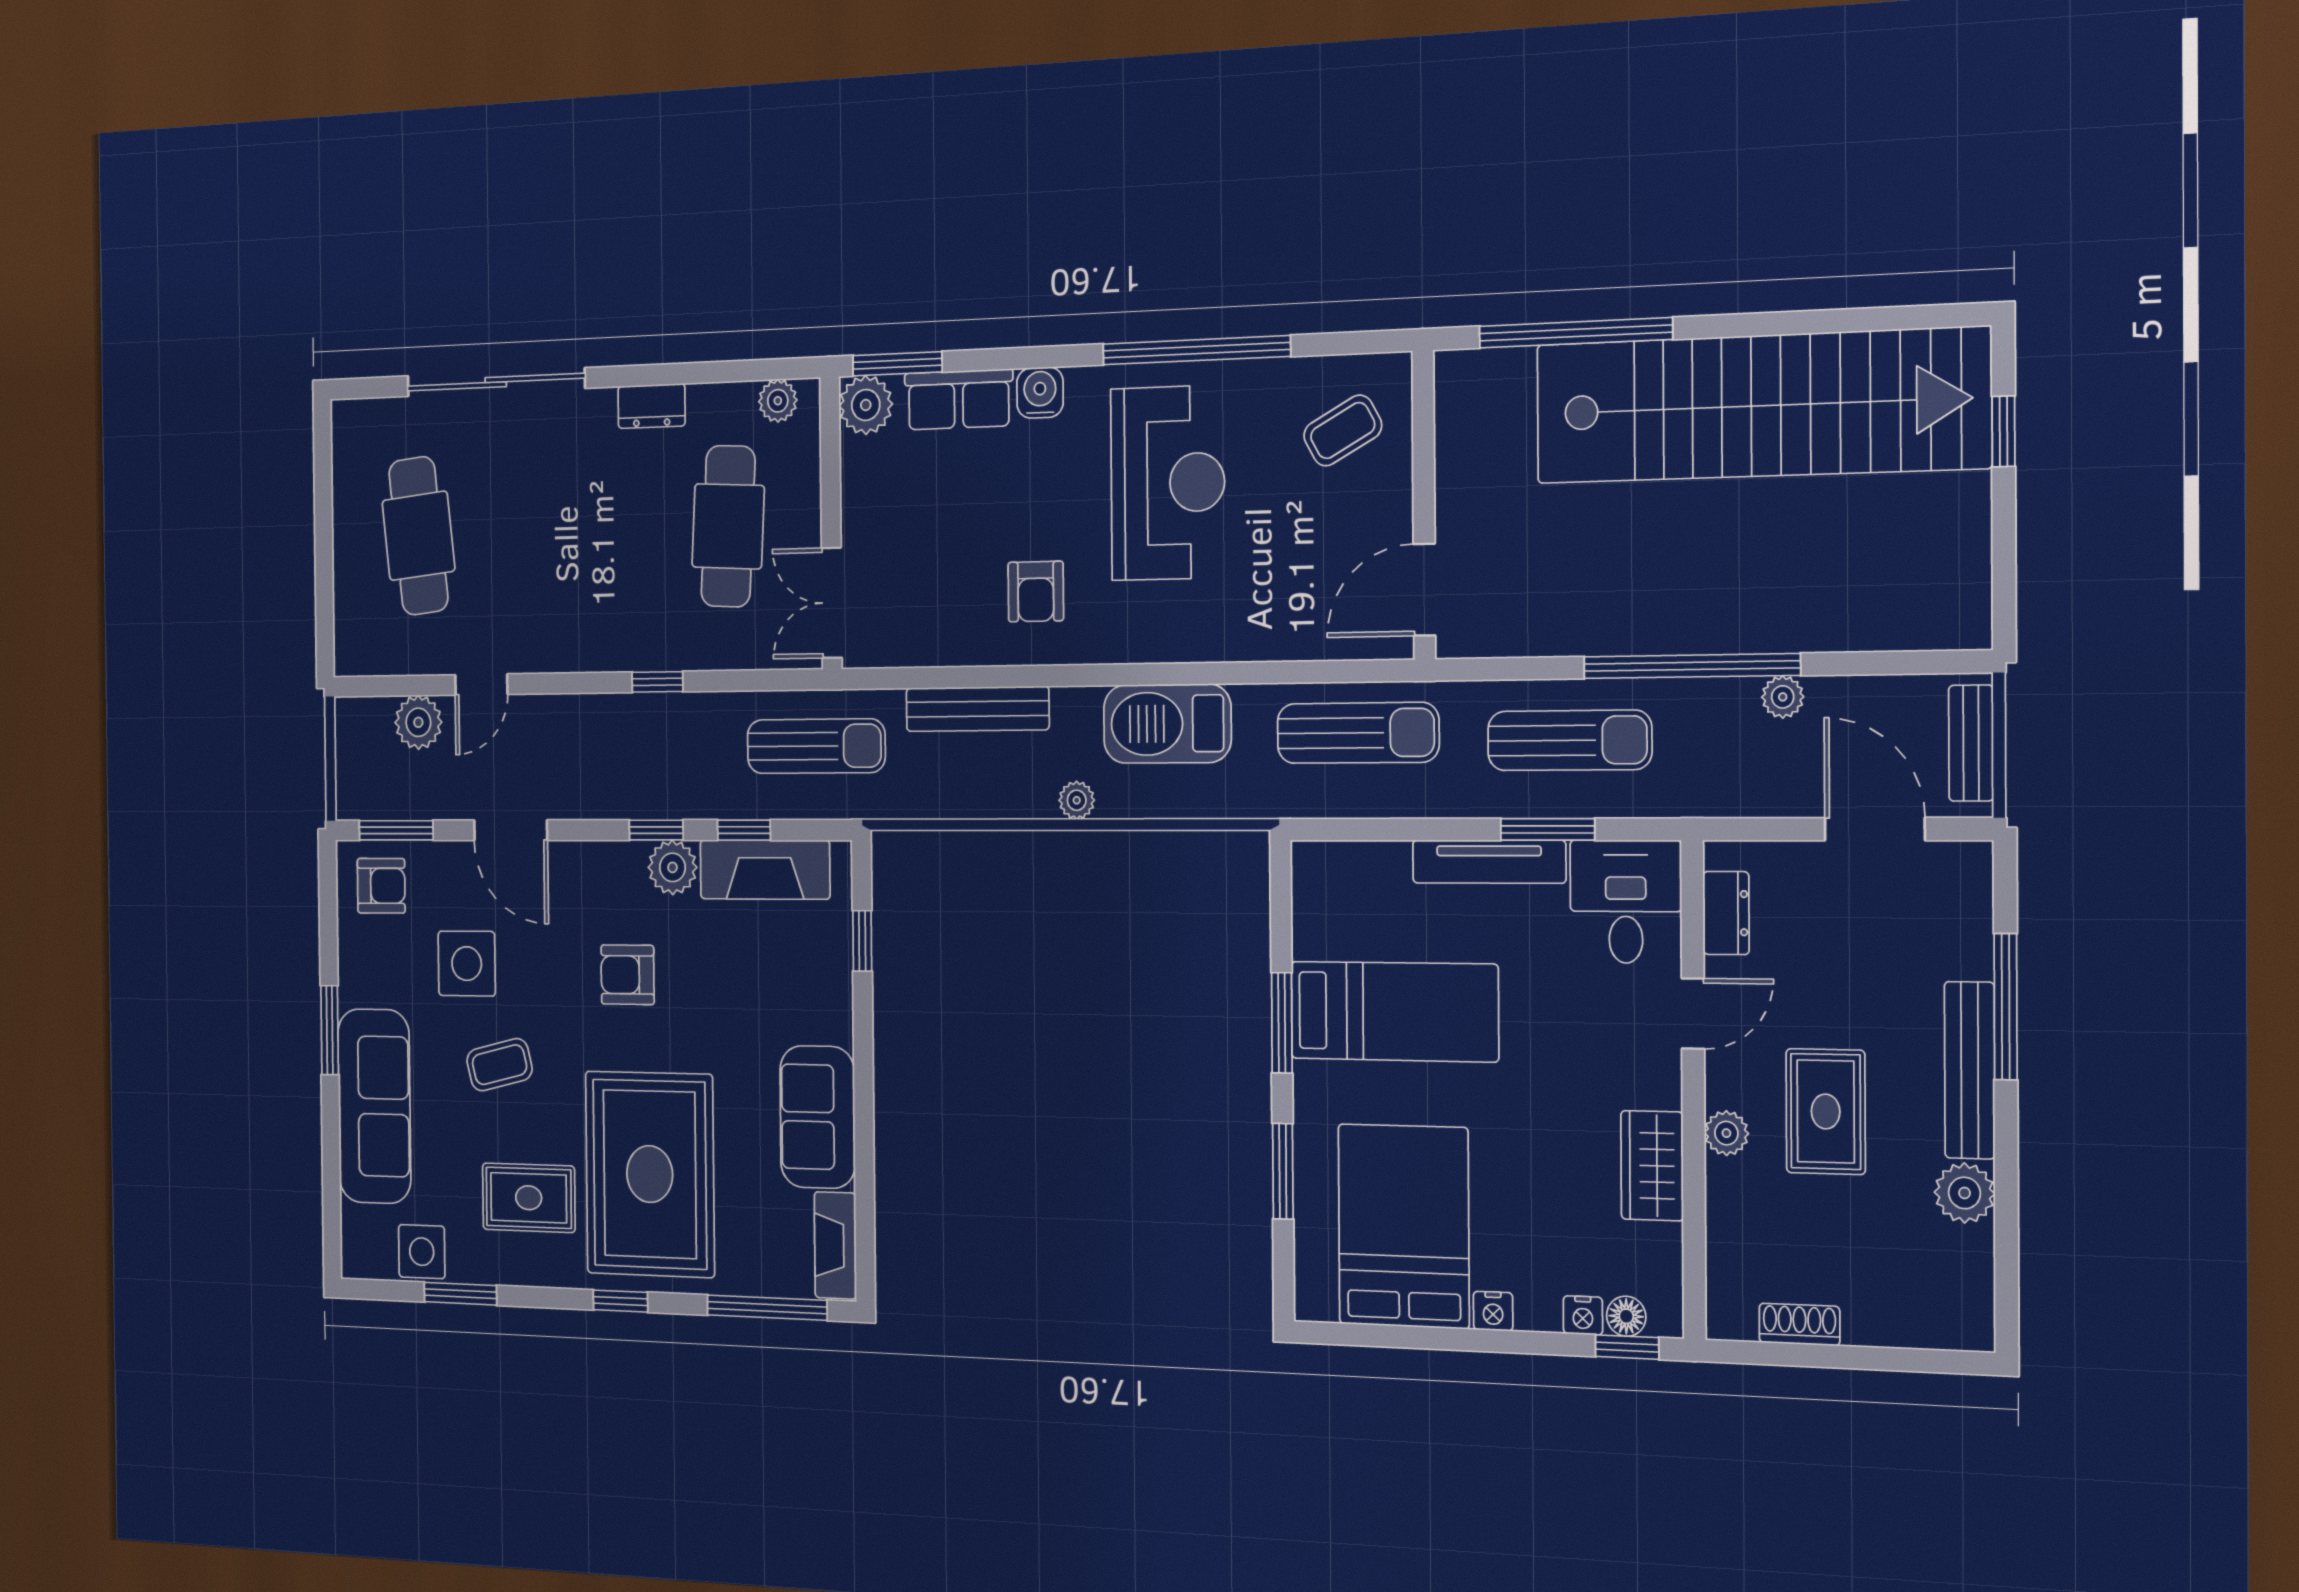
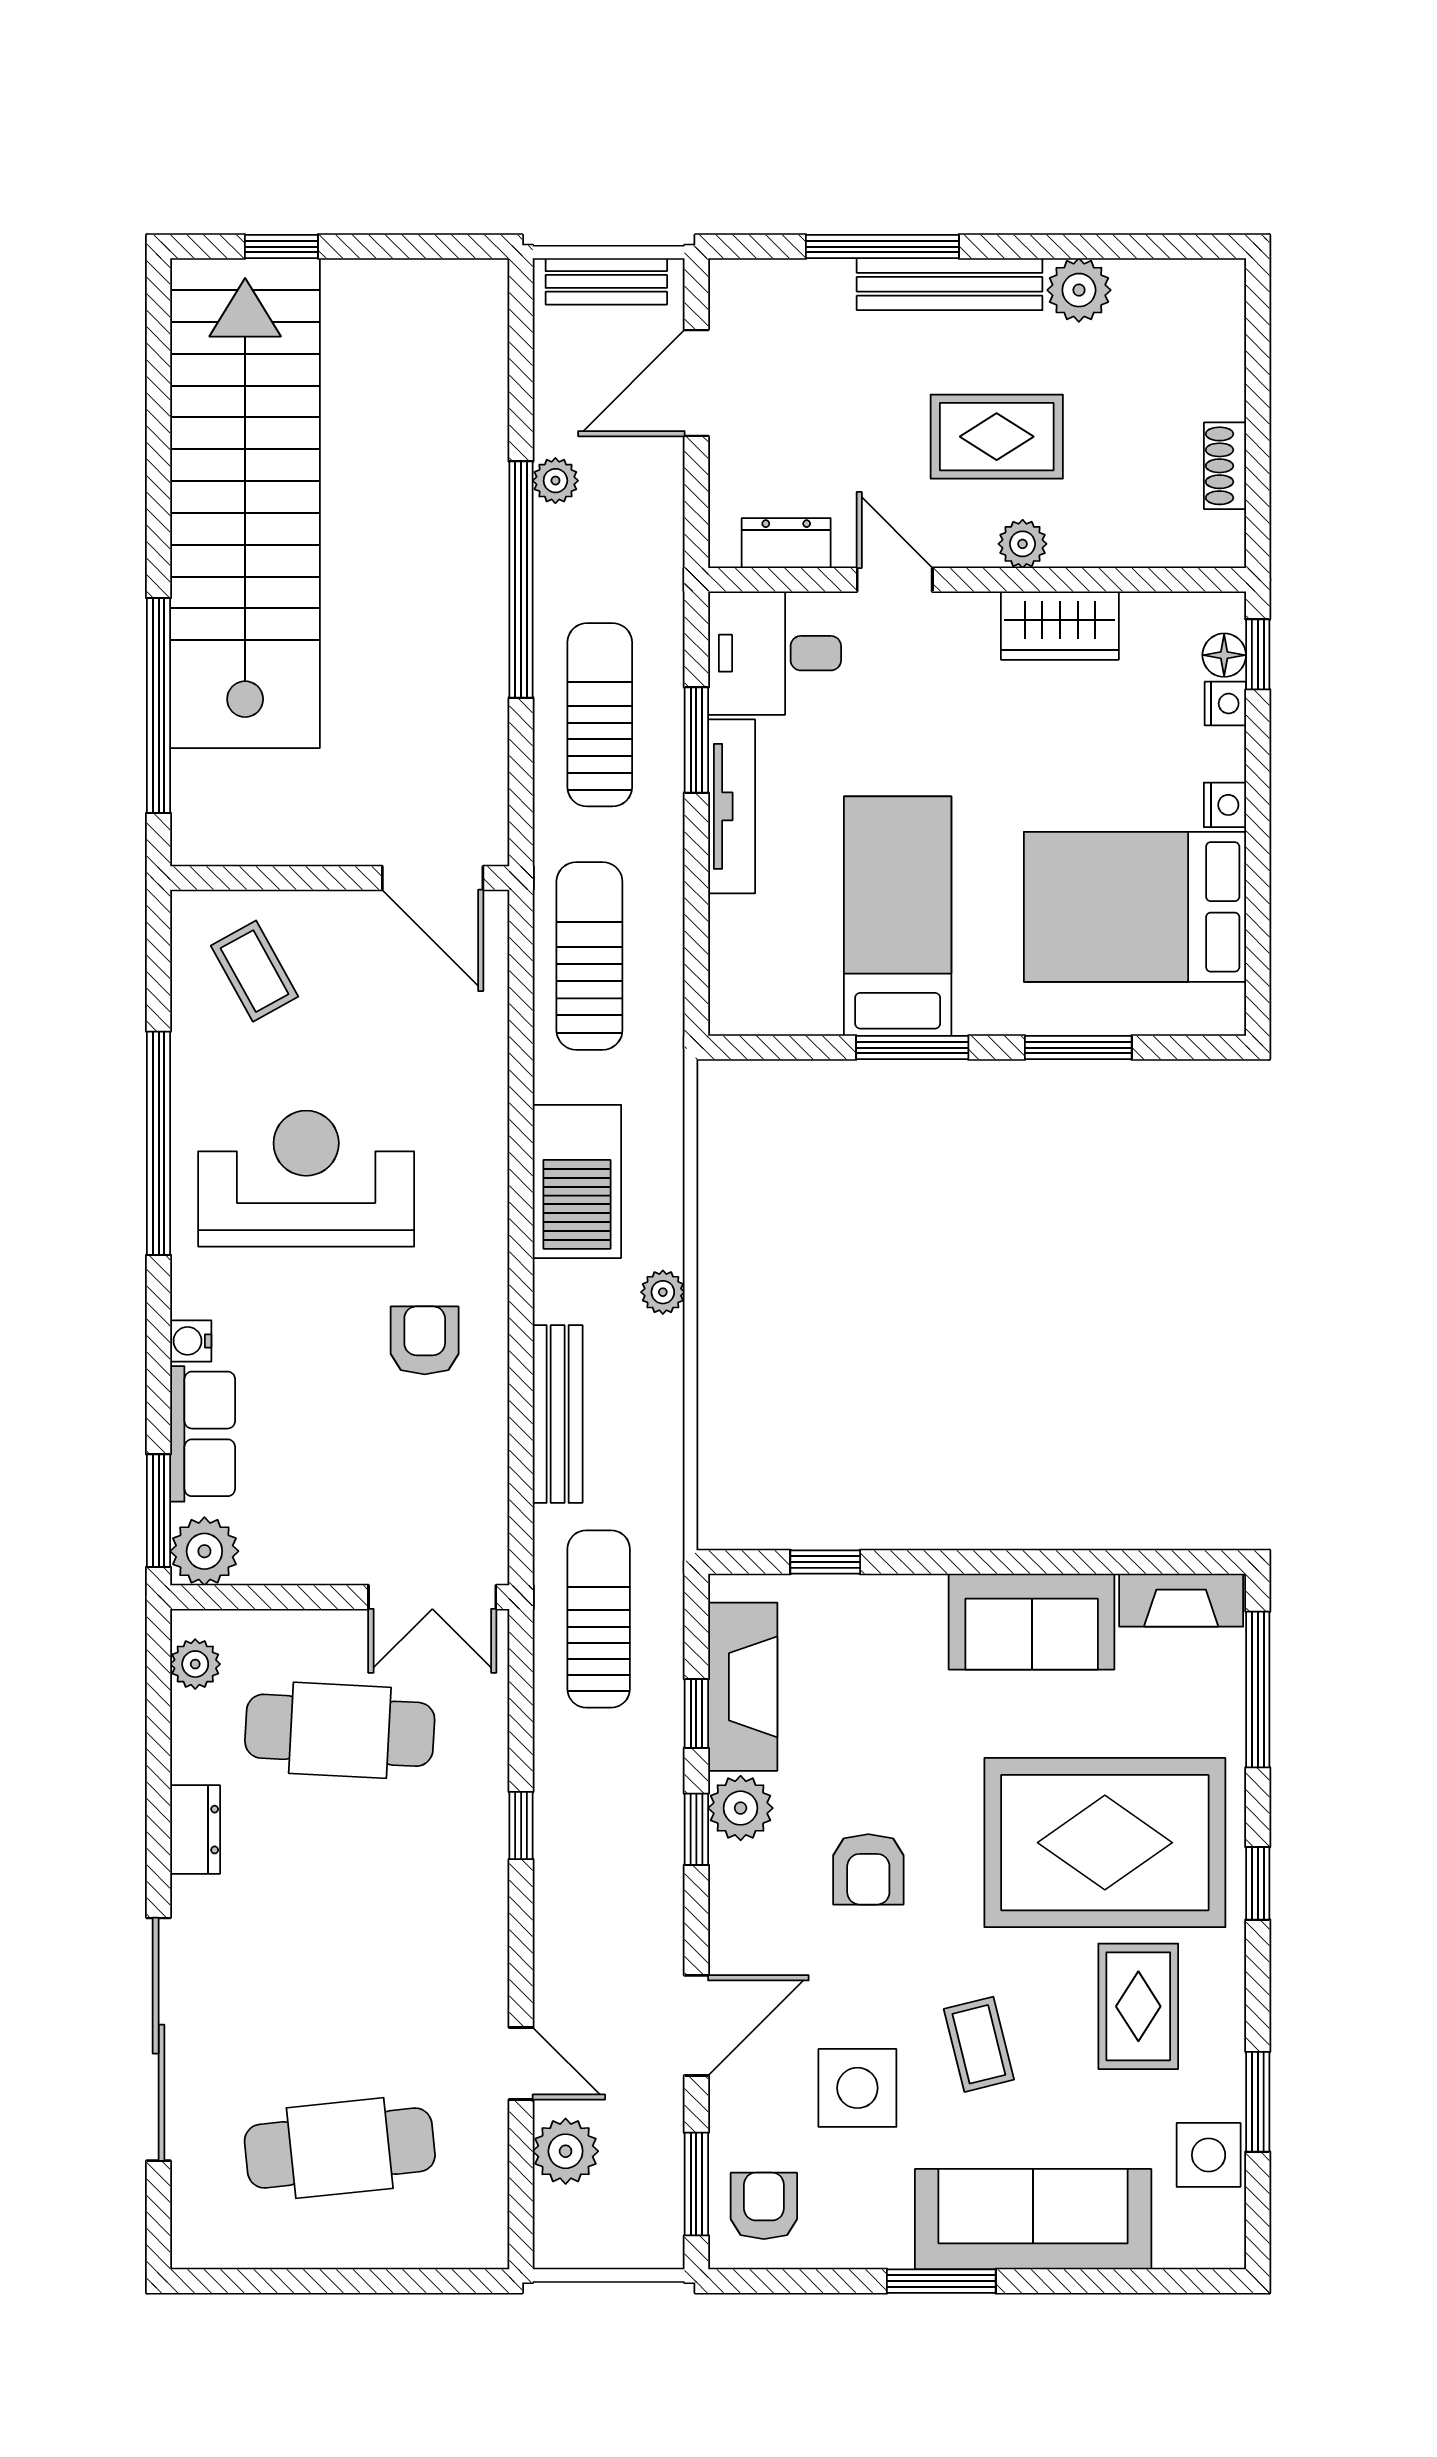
water cooler: (1040, 393) -> (191, 1341), width x0.72, depth x0.72
armchair: (1036, 591) -> (425, 1340), turned -90

